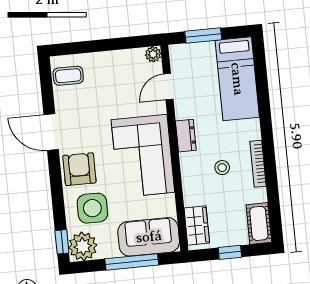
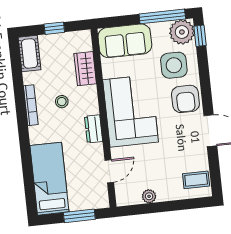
plant: (153, 54) -> (149, 196), moved
wardrobe: (197, 226) -> (85, 69), moved
window: (132, 262) -> (162, 16), moved

